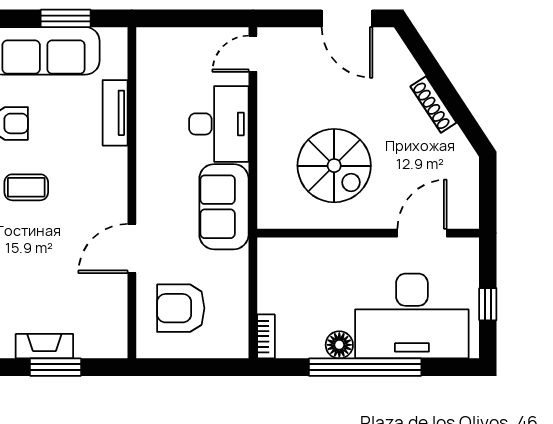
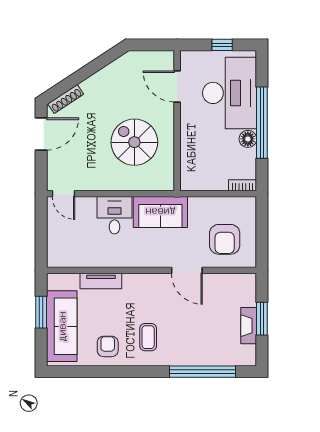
shoe rack: (433, 104) -> (66, 99), moved
desk: (219, 124) -> (115, 215), width x0.73
spiral stairs: (334, 166) -> (134, 142), turned -90

